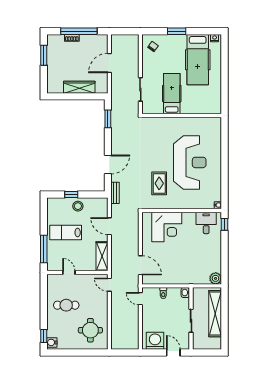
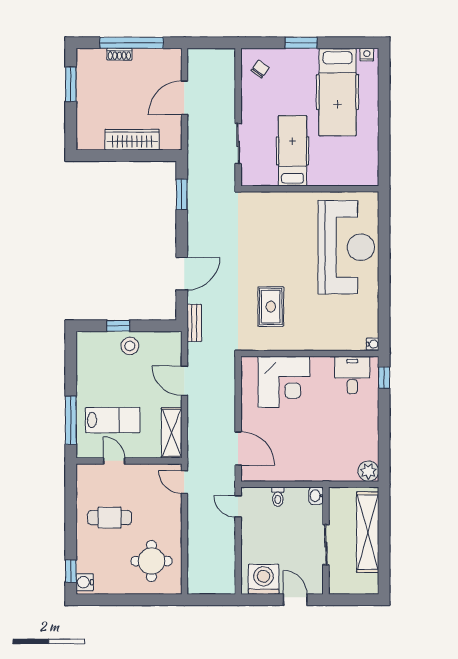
reception desk: (190, 162) -> (346, 247), moved
lab bench: (66, 233) -> (113, 420), moved, turned 180

